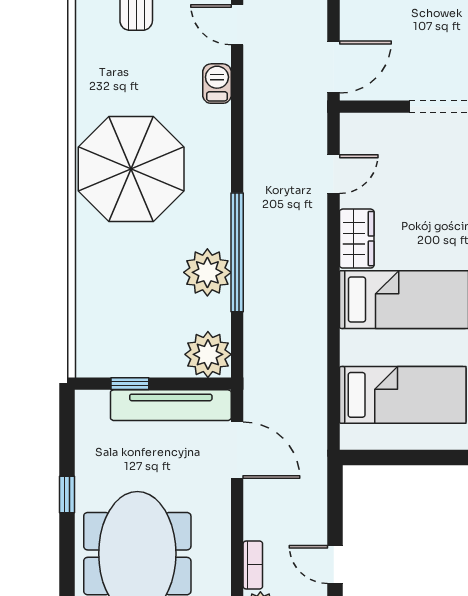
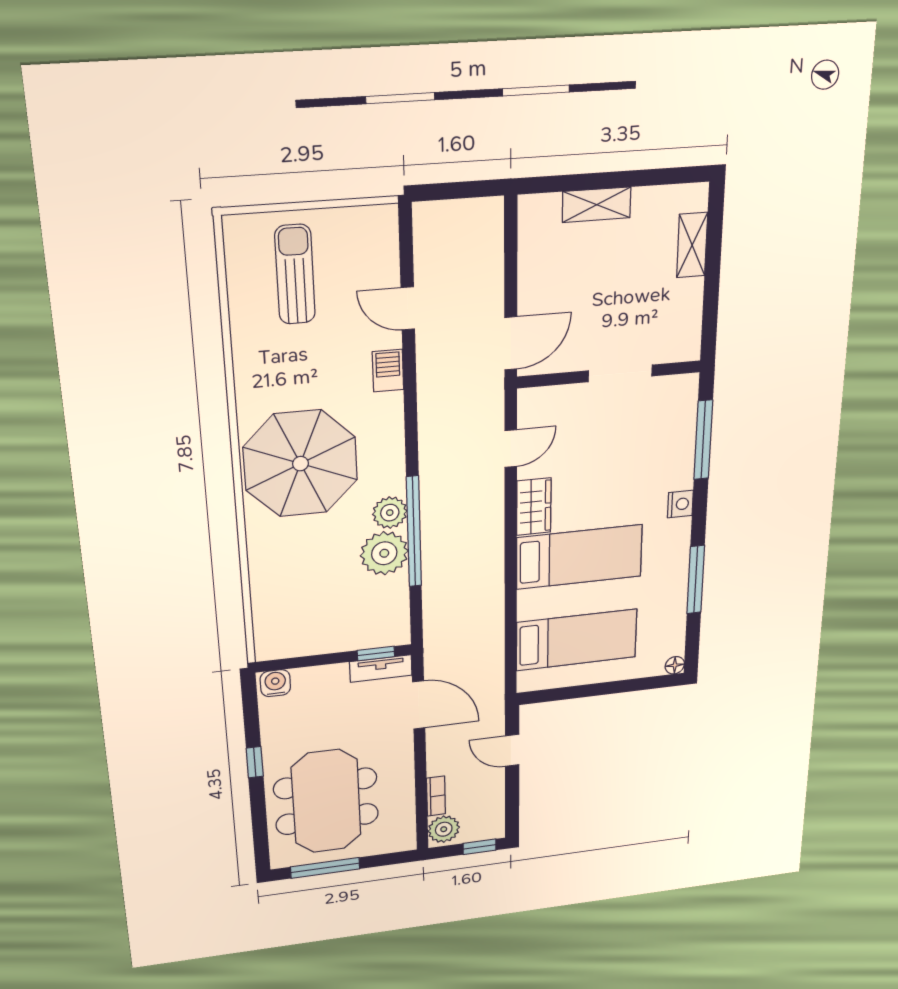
plant: (208, 354) -> (390, 513), moved, width x0.73, depth x0.73
window: (130, 384) -> (376, 653), moved
water cooler: (93, 404) -> (275, 683), added
tv unit: (171, 405) -> (381, 668), width x0.52, depth x0.78
door: (335, 564) -> (512, 750), moved

